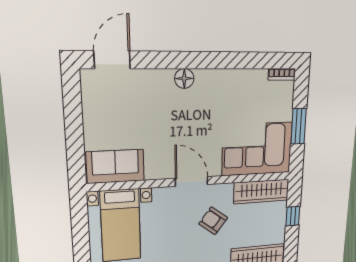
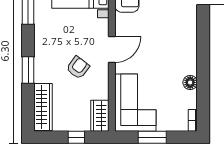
floor lamp: (184, 78) -> (190, 82), moved
wardrobe: (261, 191) -> (100, 116), width x0.67

